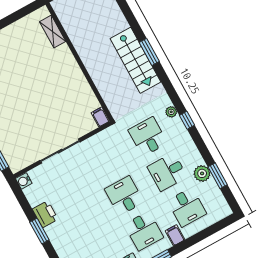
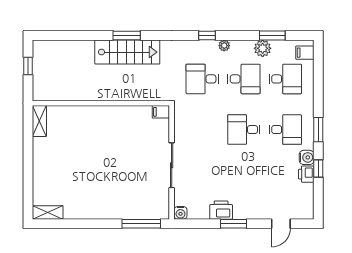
shelving: (53, 32) -> (39, 121), moved, turned 90
plant: (171, 112) -> (224, 46), moved
desk: (167, 172) -> (244, 79), turned -90
filing cabinet: (175, 235) -> (305, 53), moved

